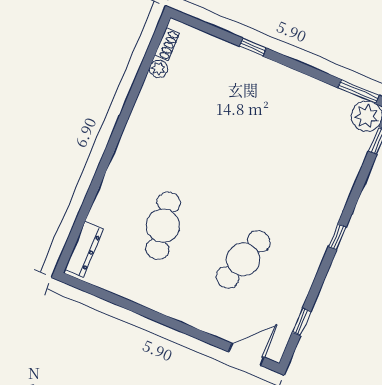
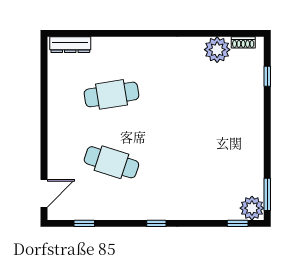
window: (253, 47) -> (267, 76), moved
plant: (158, 69) -> (217, 50), width x1.88, depth x1.88
door: (246, 354) -> (44, 193), hinge flipped

